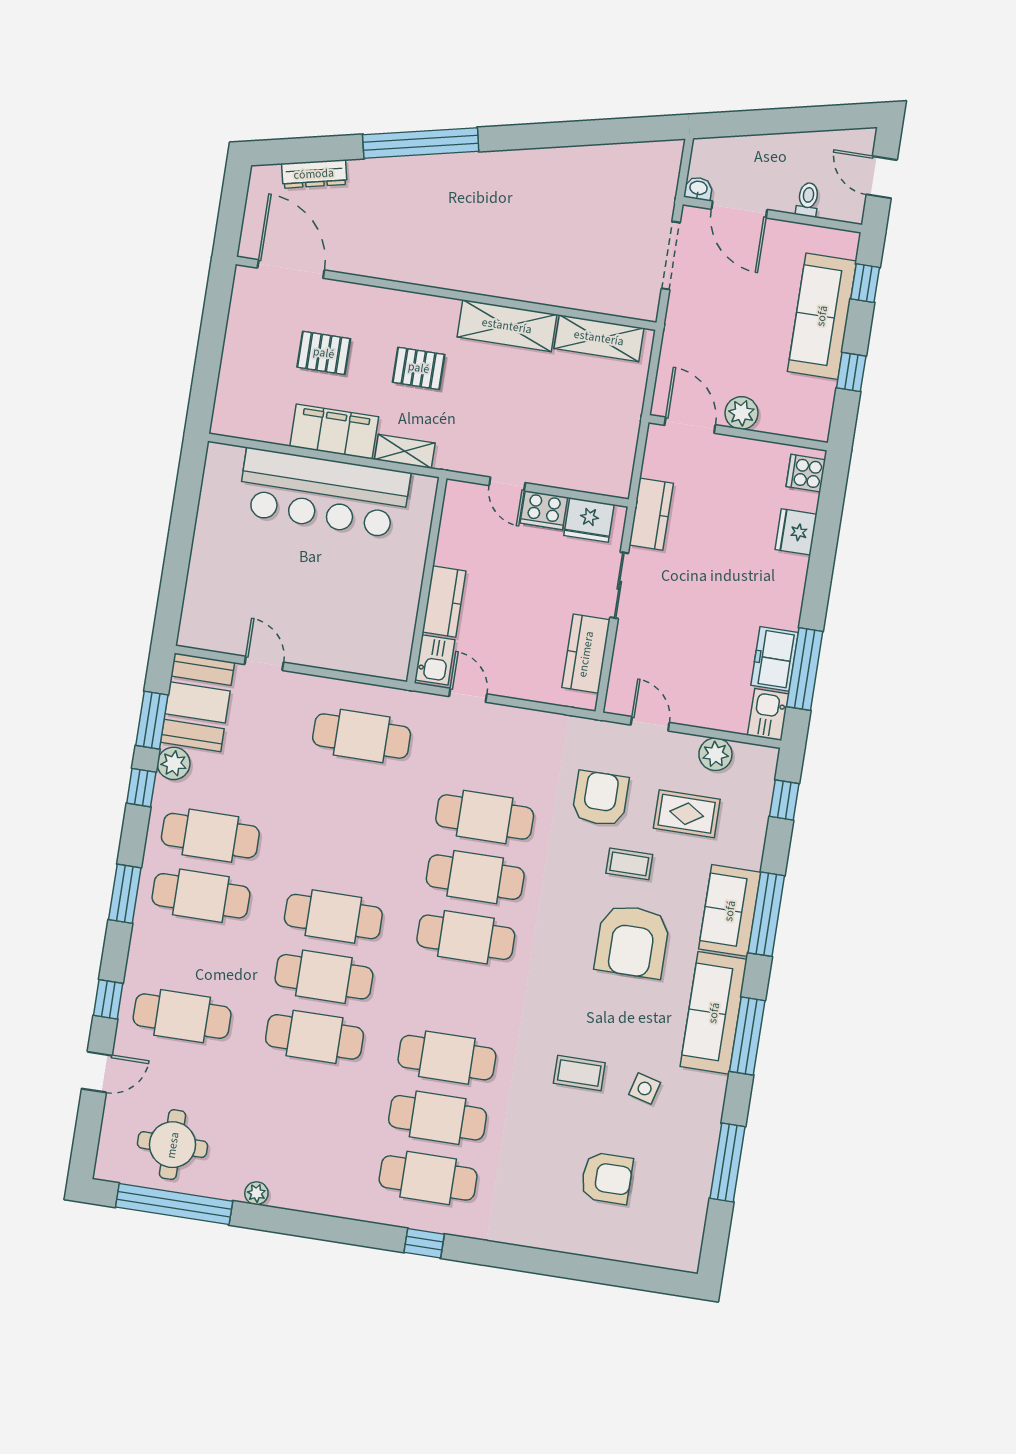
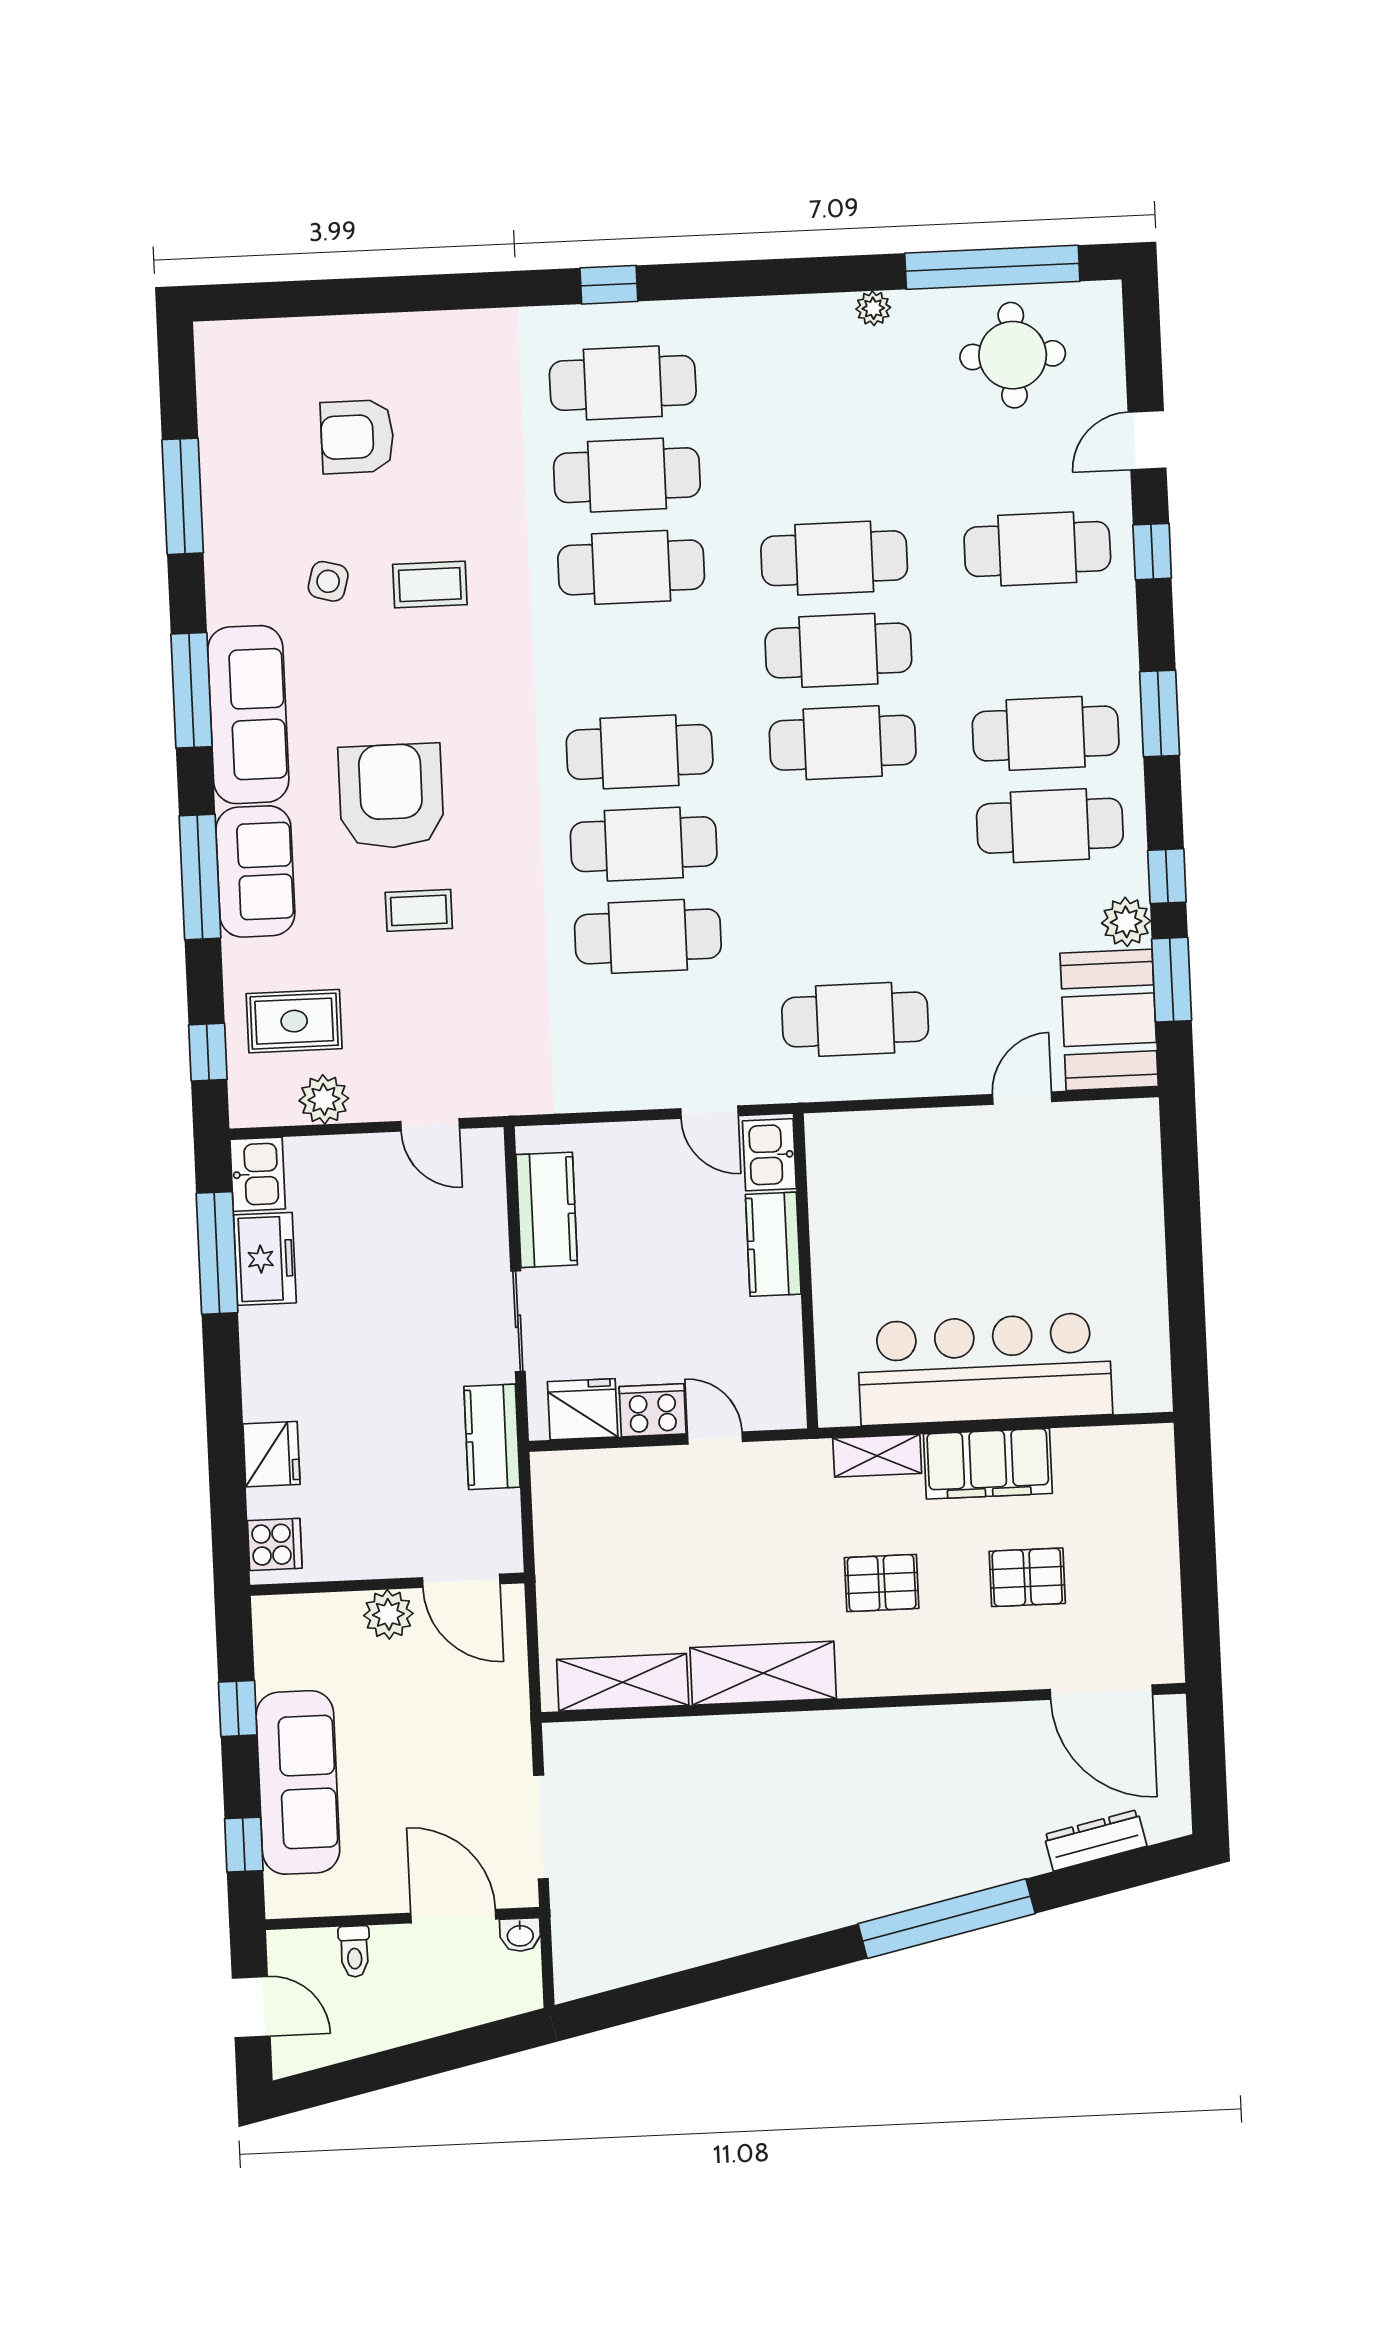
door: (264, 663) -> (1022, 1098), swing flipped
armchair: (600, 799) -> (482, 999), removed
rug: (687, 814) -> (294, 1021), moved

